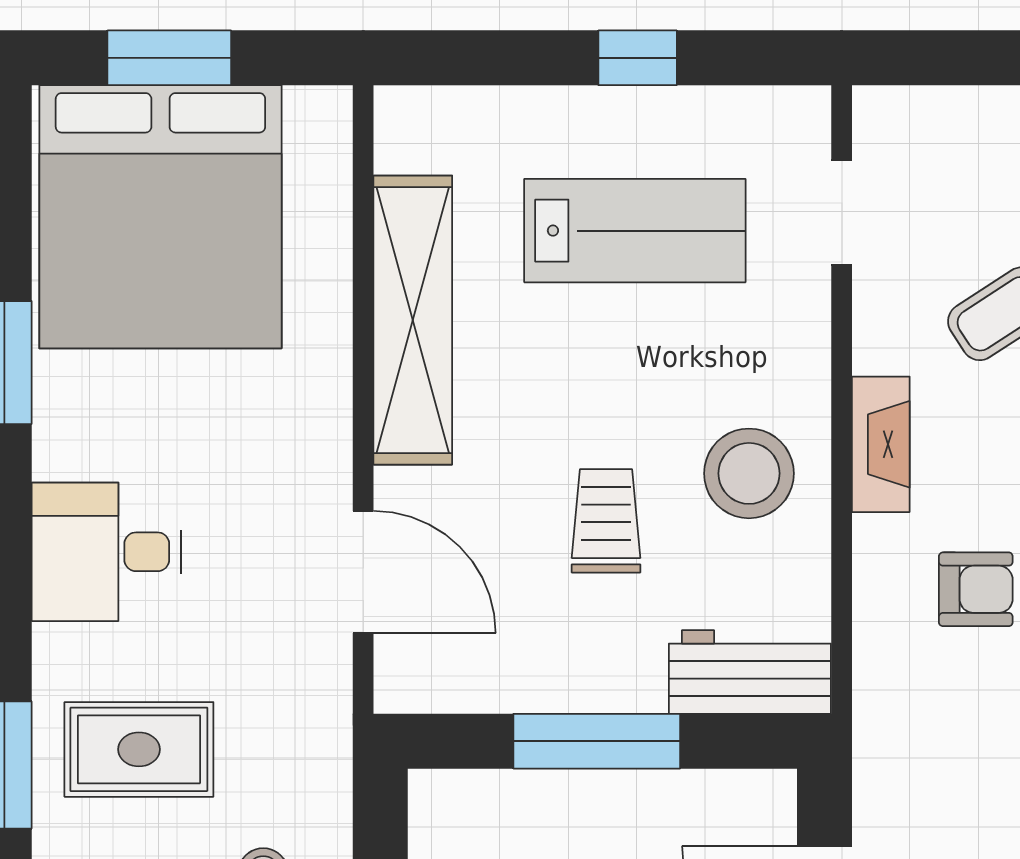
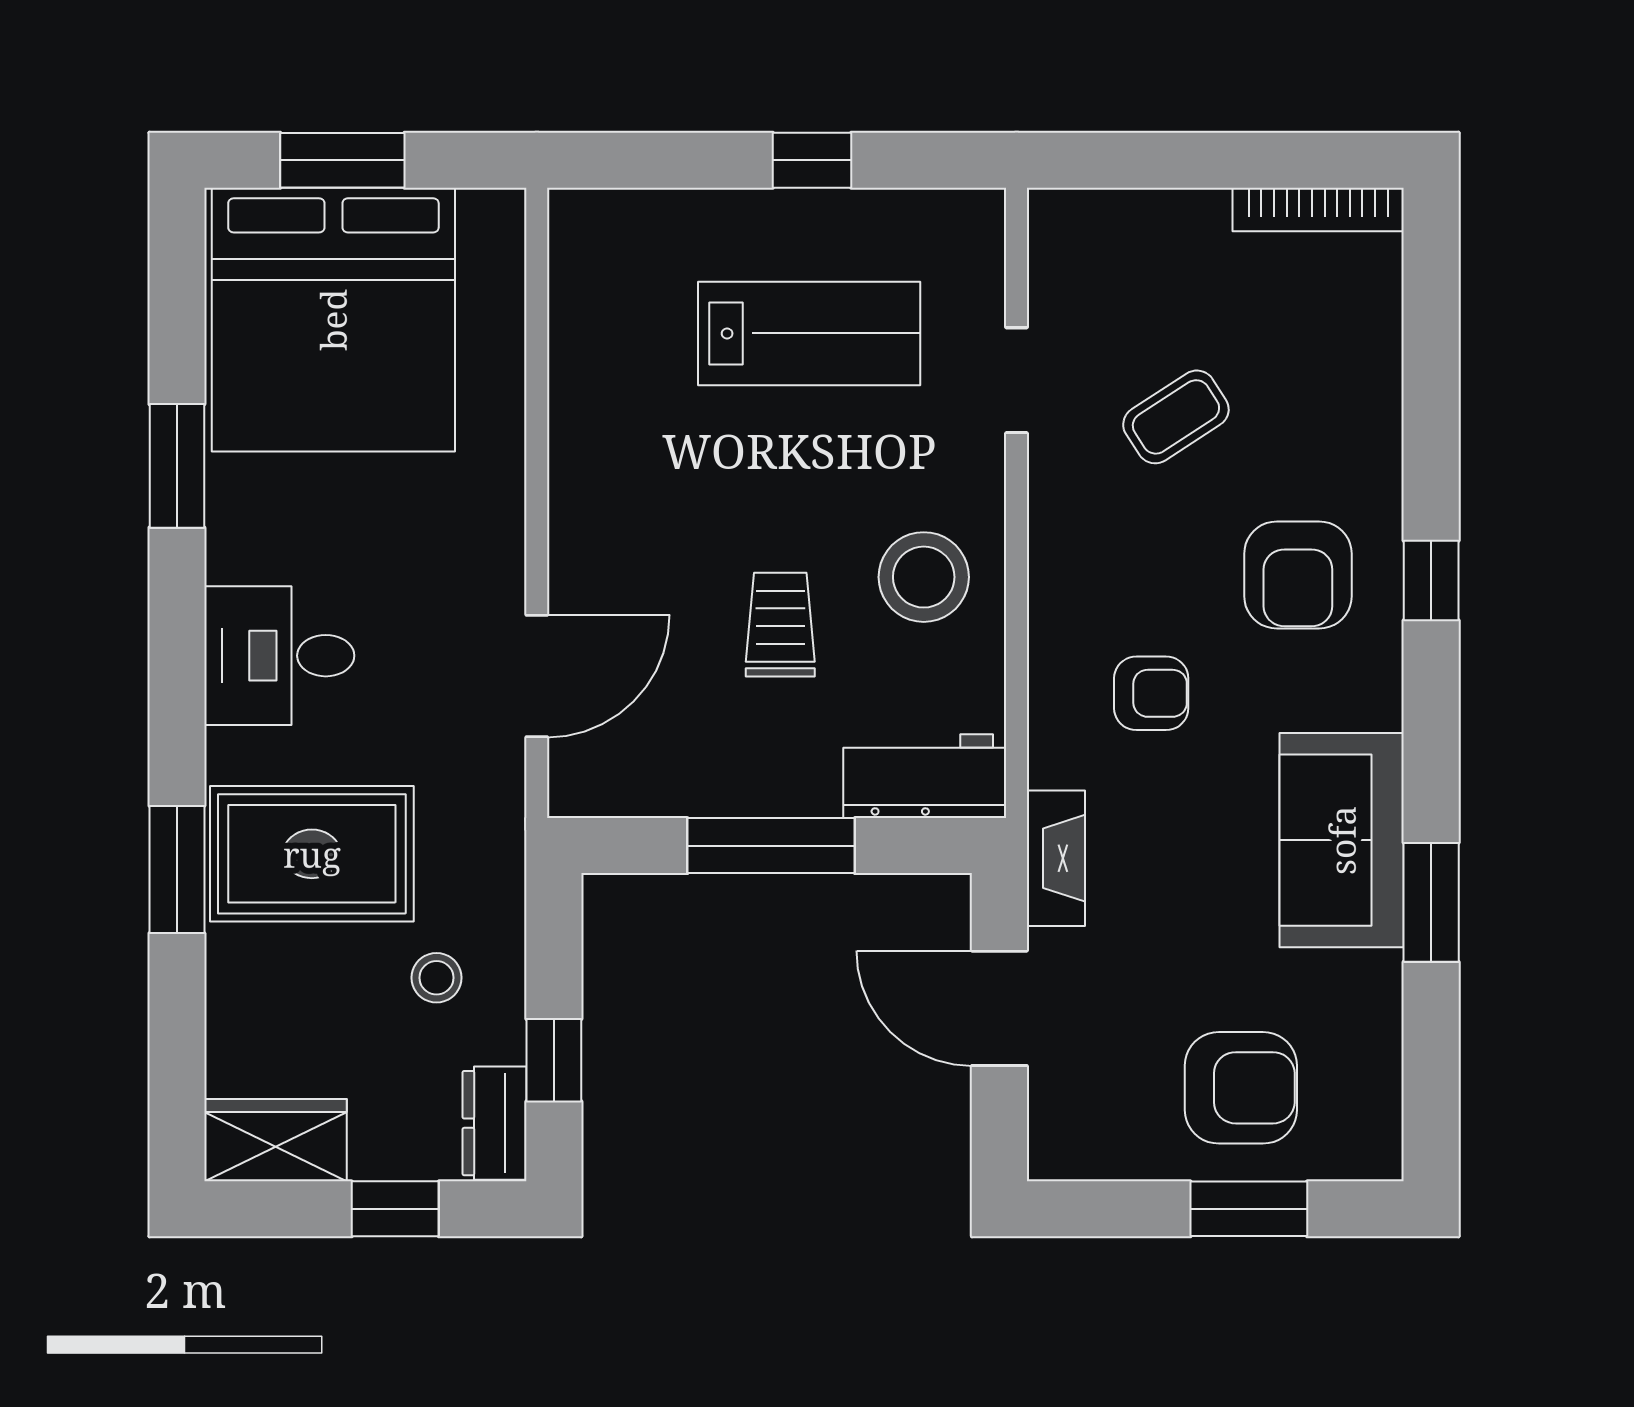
doorway: (842, 213) -> (1017, 380), moved
shelving: (413, 320) -> (587, 423), removed
fireplace: (881, 444) -> (1056, 858), moved
door: (363, 572) -> (537, 676), hinge flipped
rug: (139, 749) -> (312, 854), width x1.36, depth x1.43

